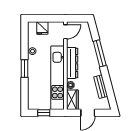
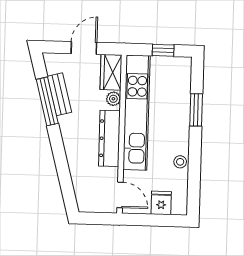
door: (65, 32) -> (120, 195), swing flipped
window: (100, 53) -> (47, 101), moved
window: (24, 69) -> (196, 110), moved

